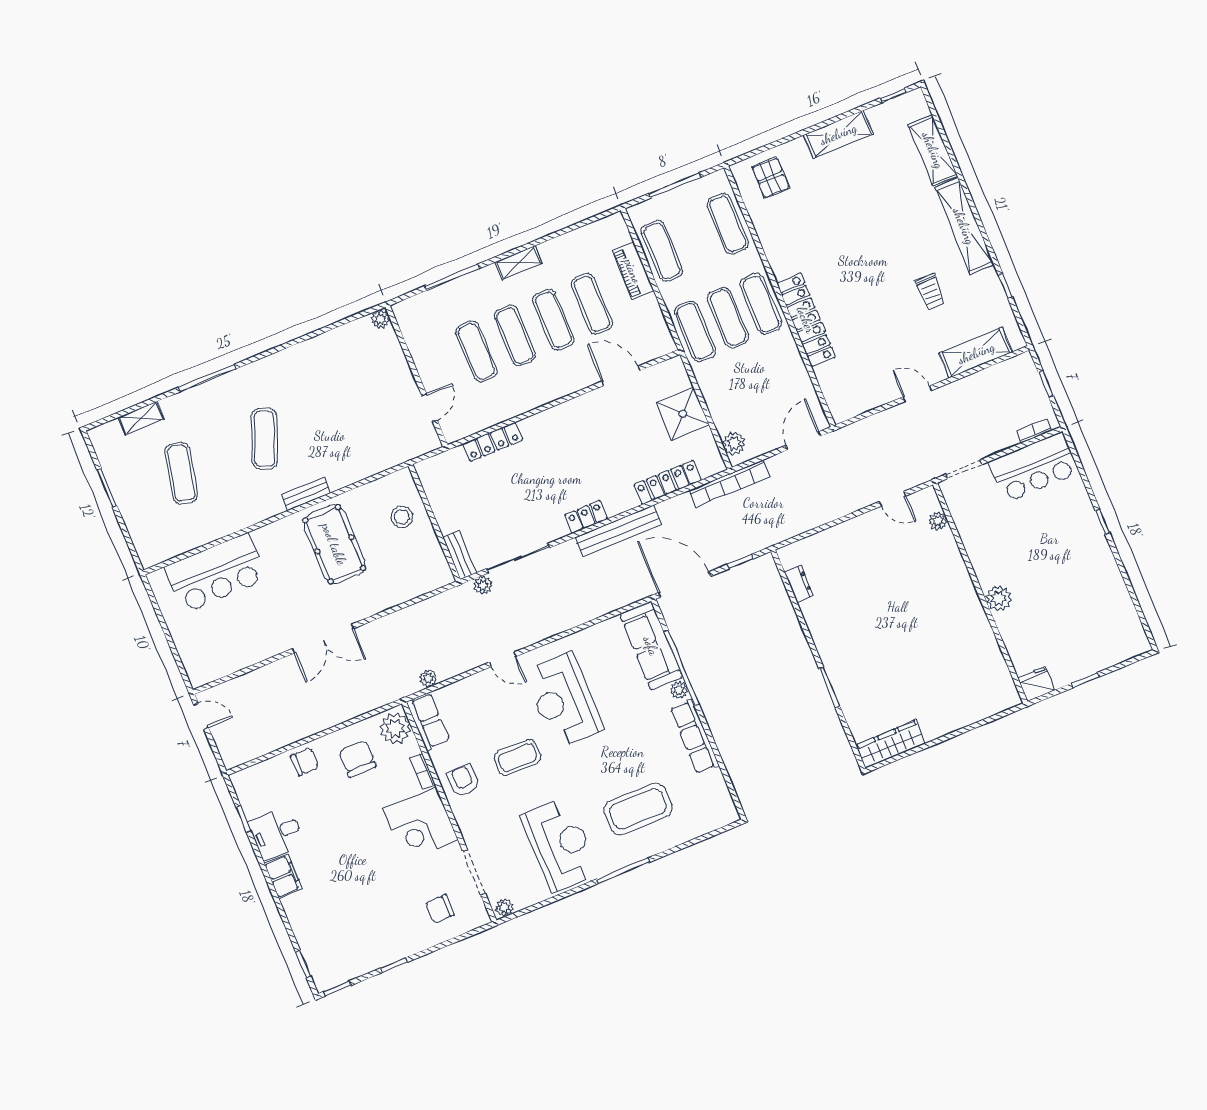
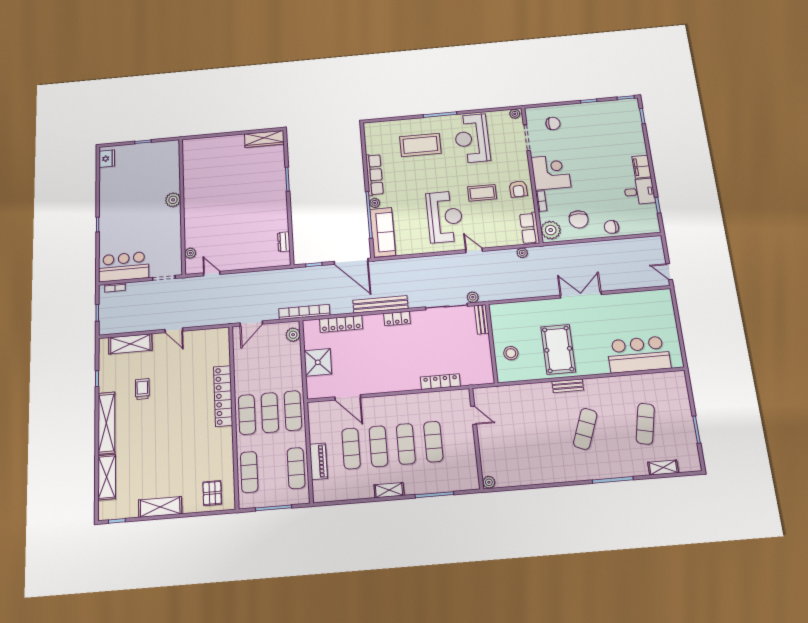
door: (430, 408) -> (474, 415), swing flipped
fridge: (1036, 684) -> (107, 159), moved, turned -90

